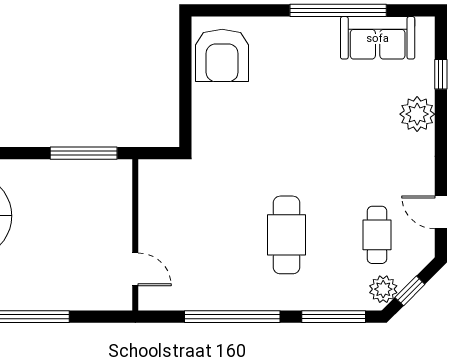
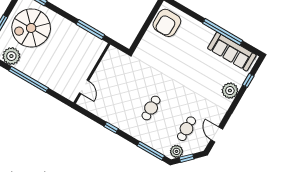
sofa: (378, 38) -> (232, 52), width x1.36
cafe table: (286, 235) -> (151, 108), width x0.73, depth x0.74
window: (232, 317) -> (111, 128), width x0.32

